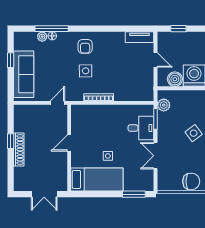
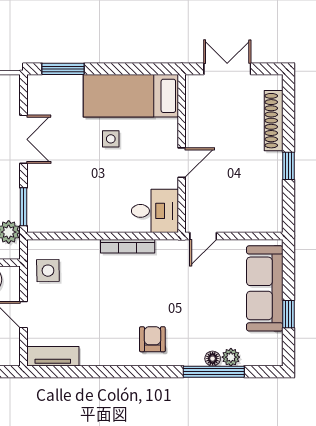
side table: (86, 71) -> (48, 271), moved
desk: (141, 128) -> (155, 211), moved, turned 180
shoe rack: (19, 150) -> (274, 121), moved

